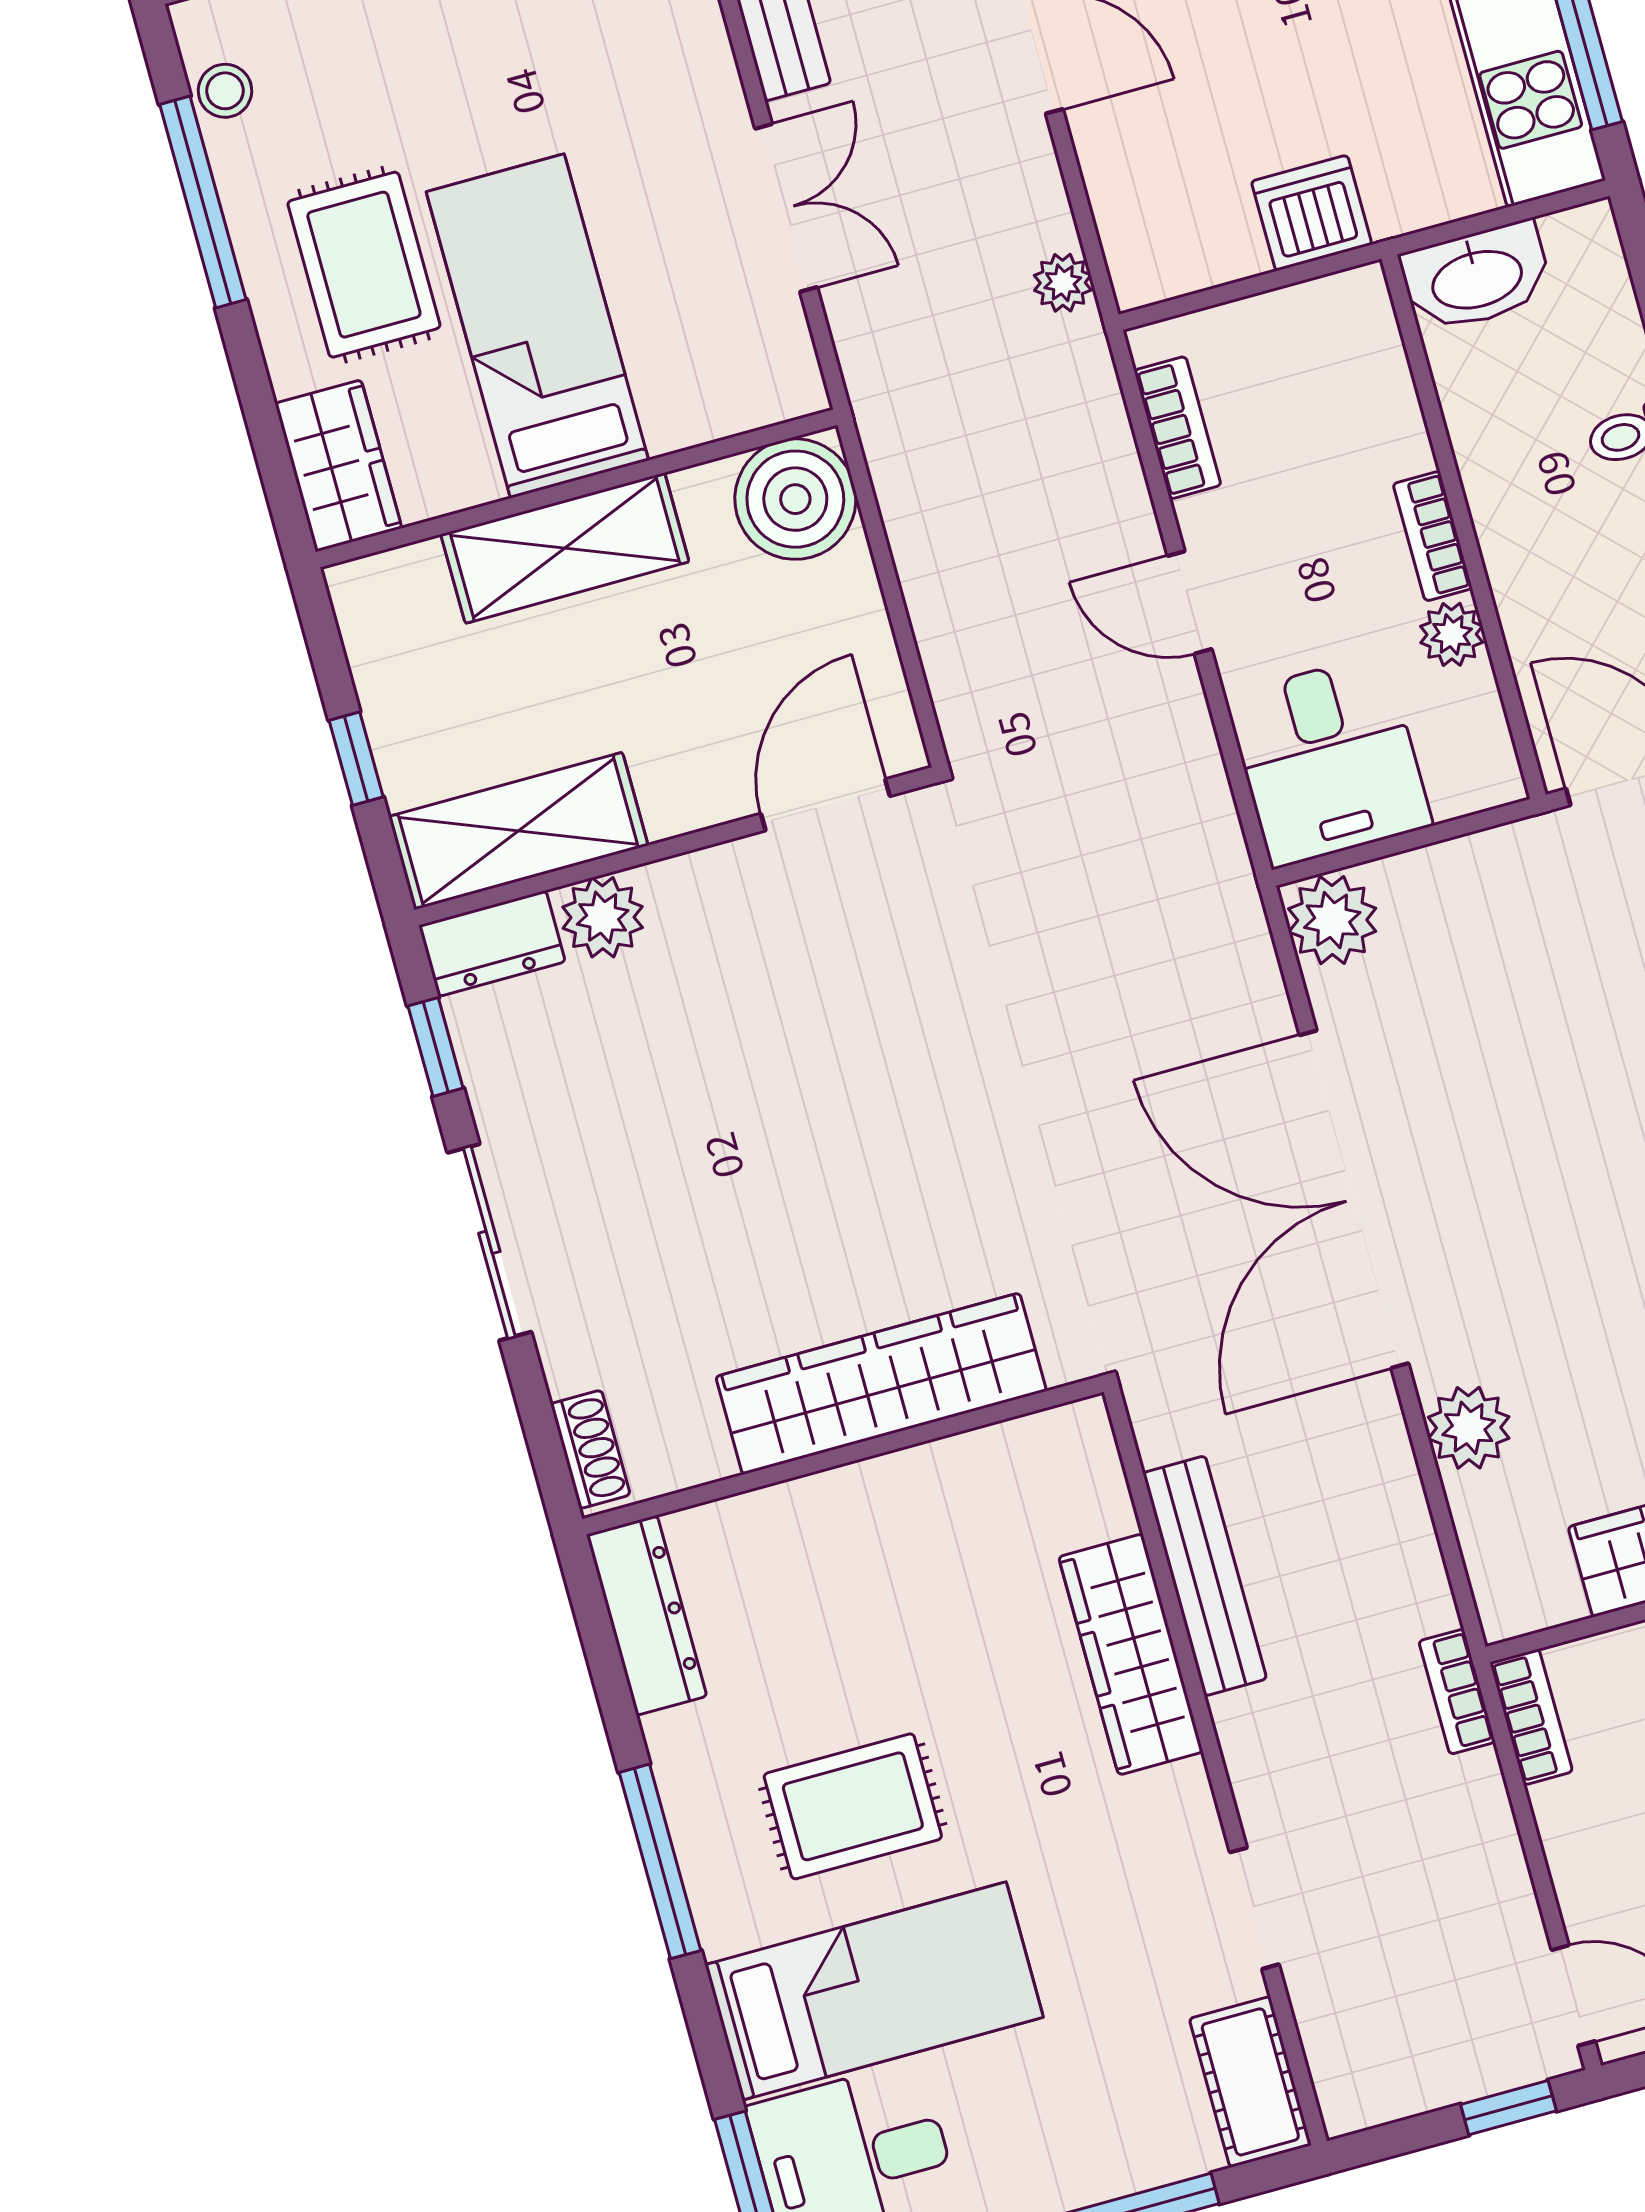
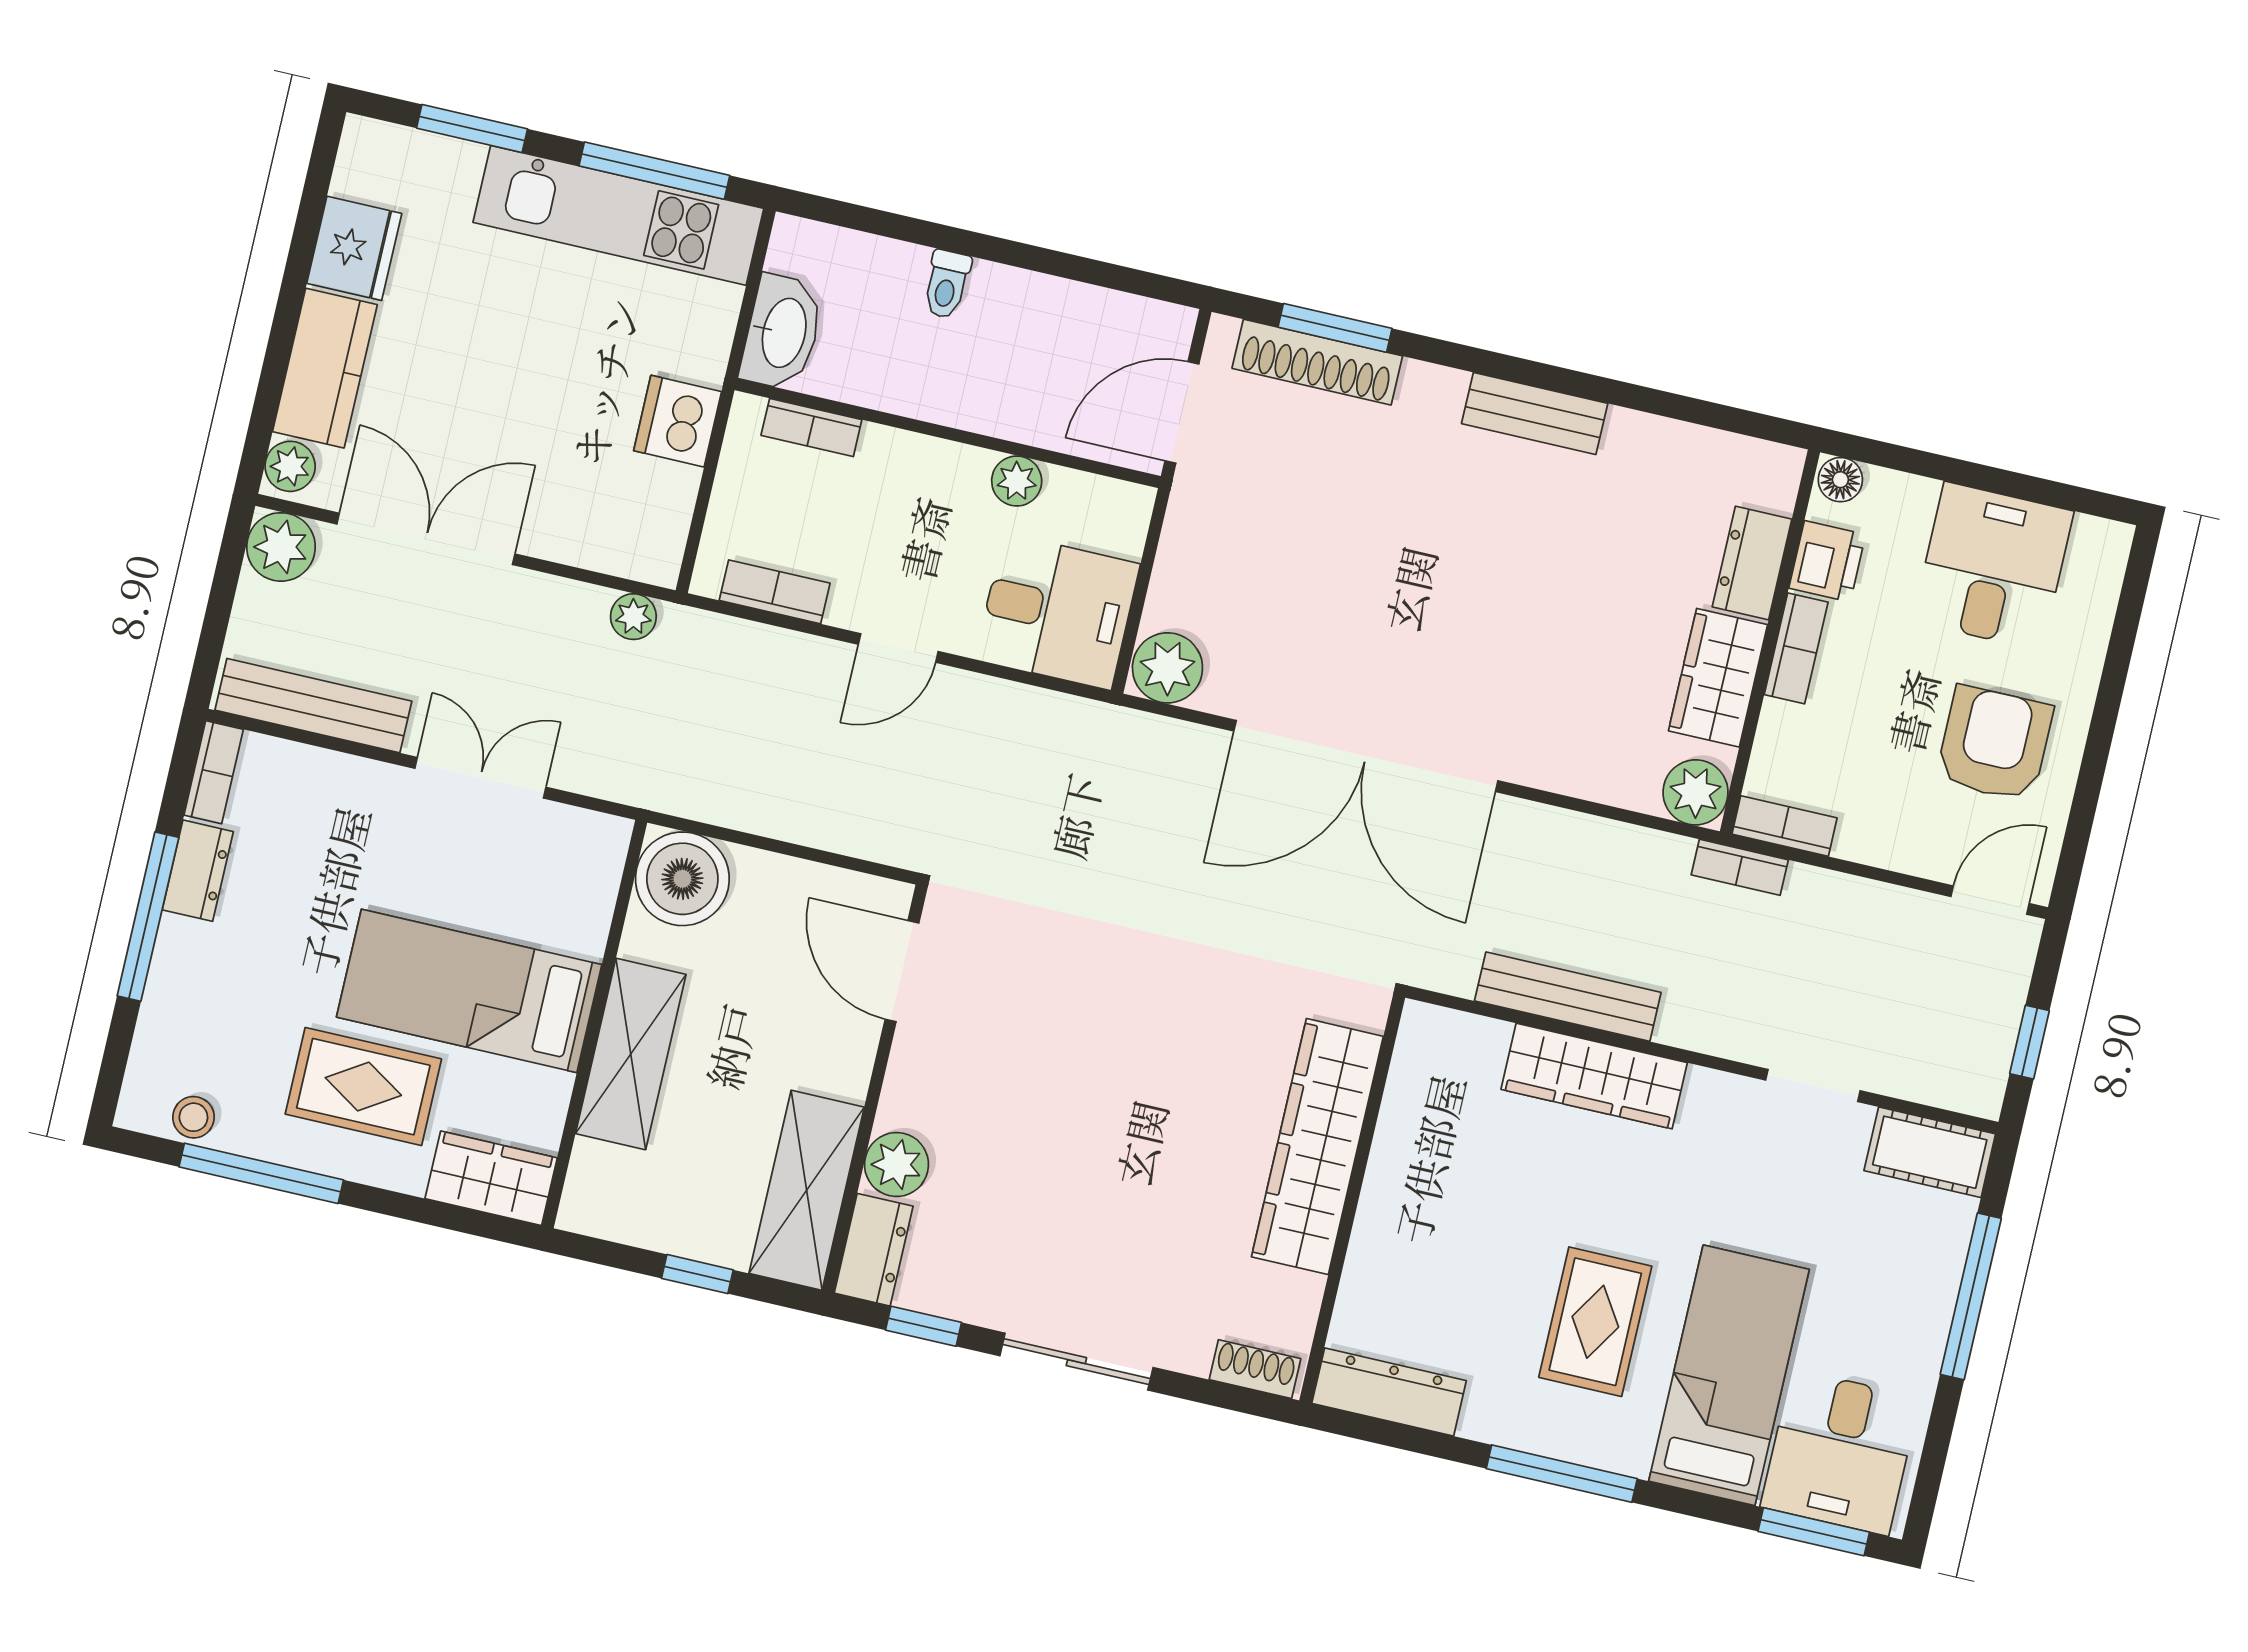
bookcase: (1433, 536) -> (811, 427), moved
plant: (1469, 1428) -> (1695, 792), moved
window: (1508, 2108) -> (2029, 1042), moved

